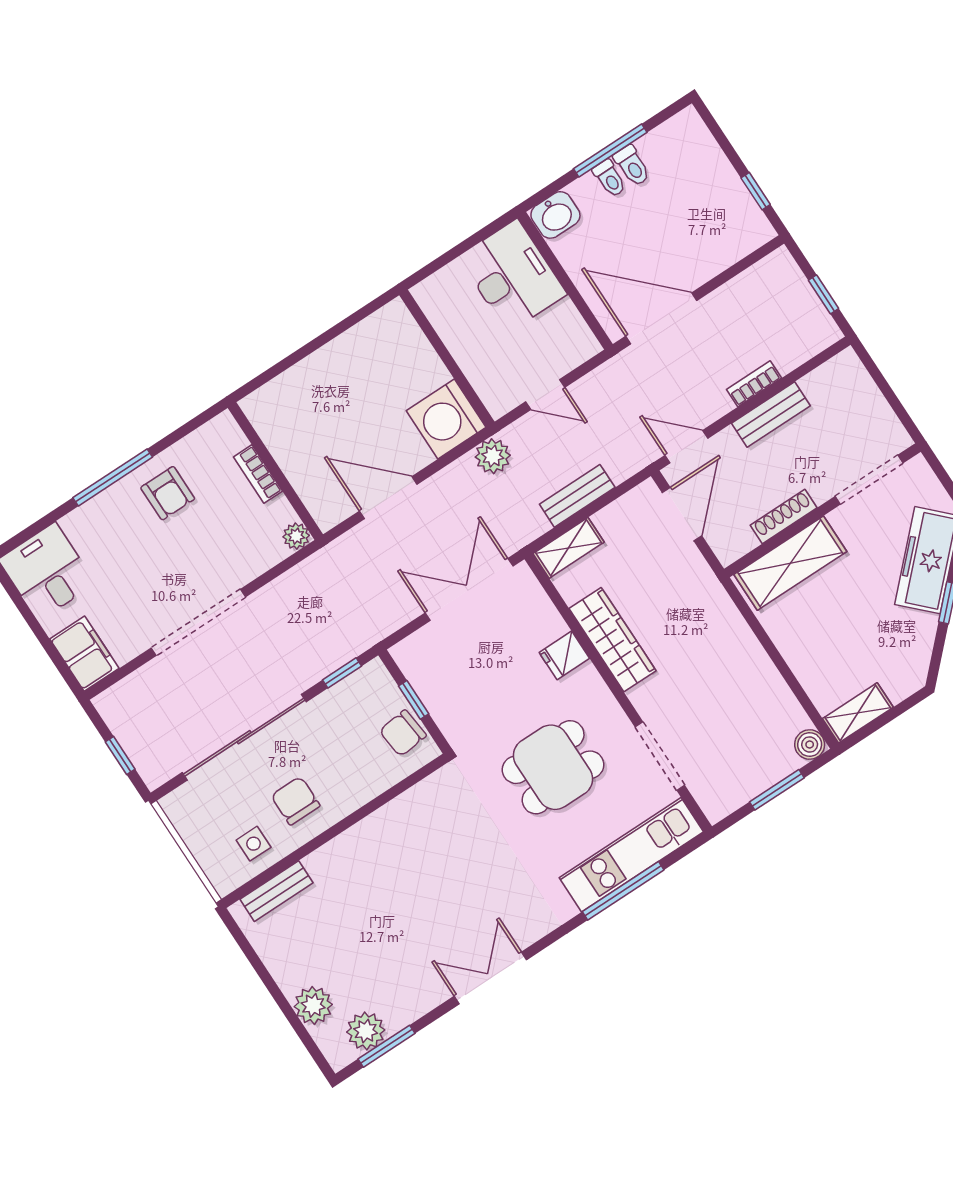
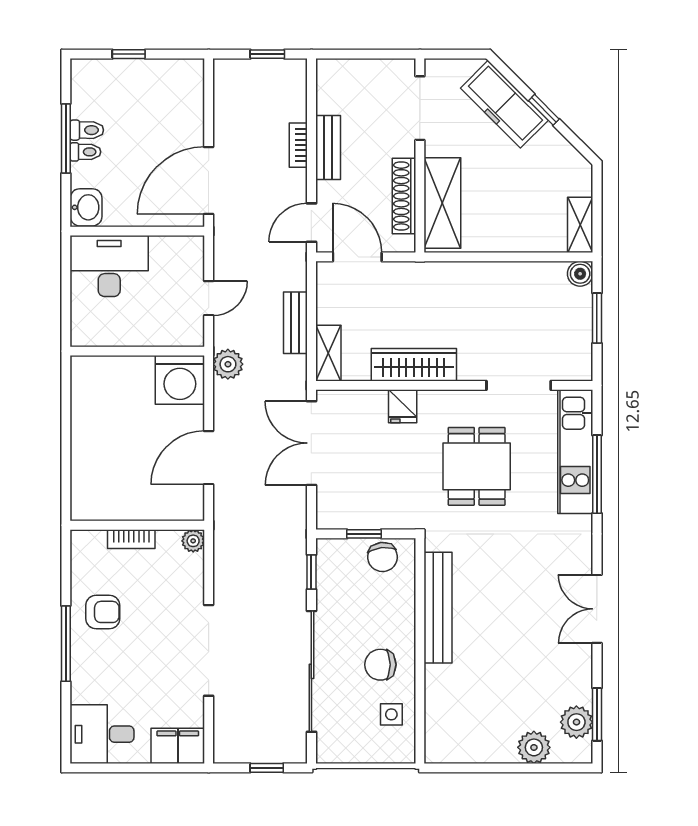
window: (756, 191) -> (129, 54), moved
shoe rack: (784, 516) -> (404, 196), width x1.36, depth x1.24
bench: (276, 891) -> (438, 608), moved, width x1.86, depth x1.21

